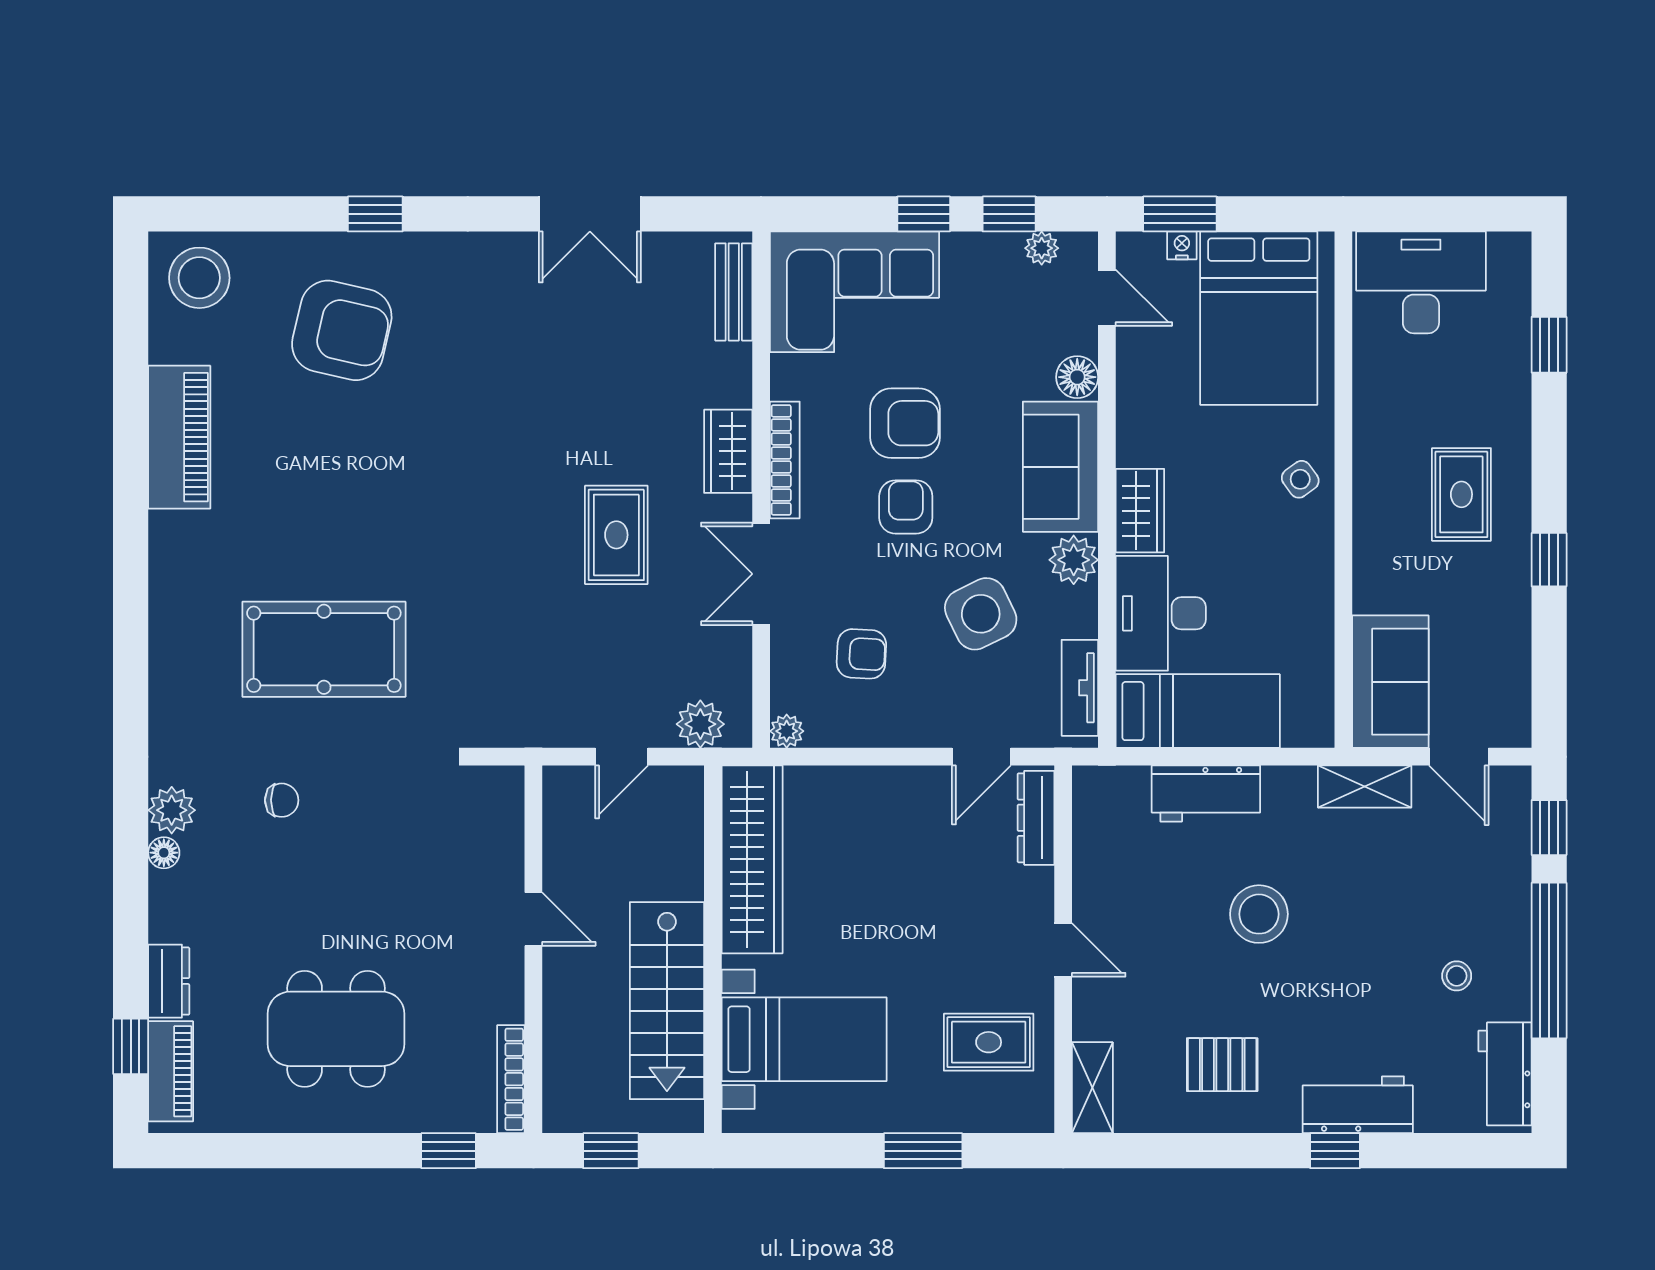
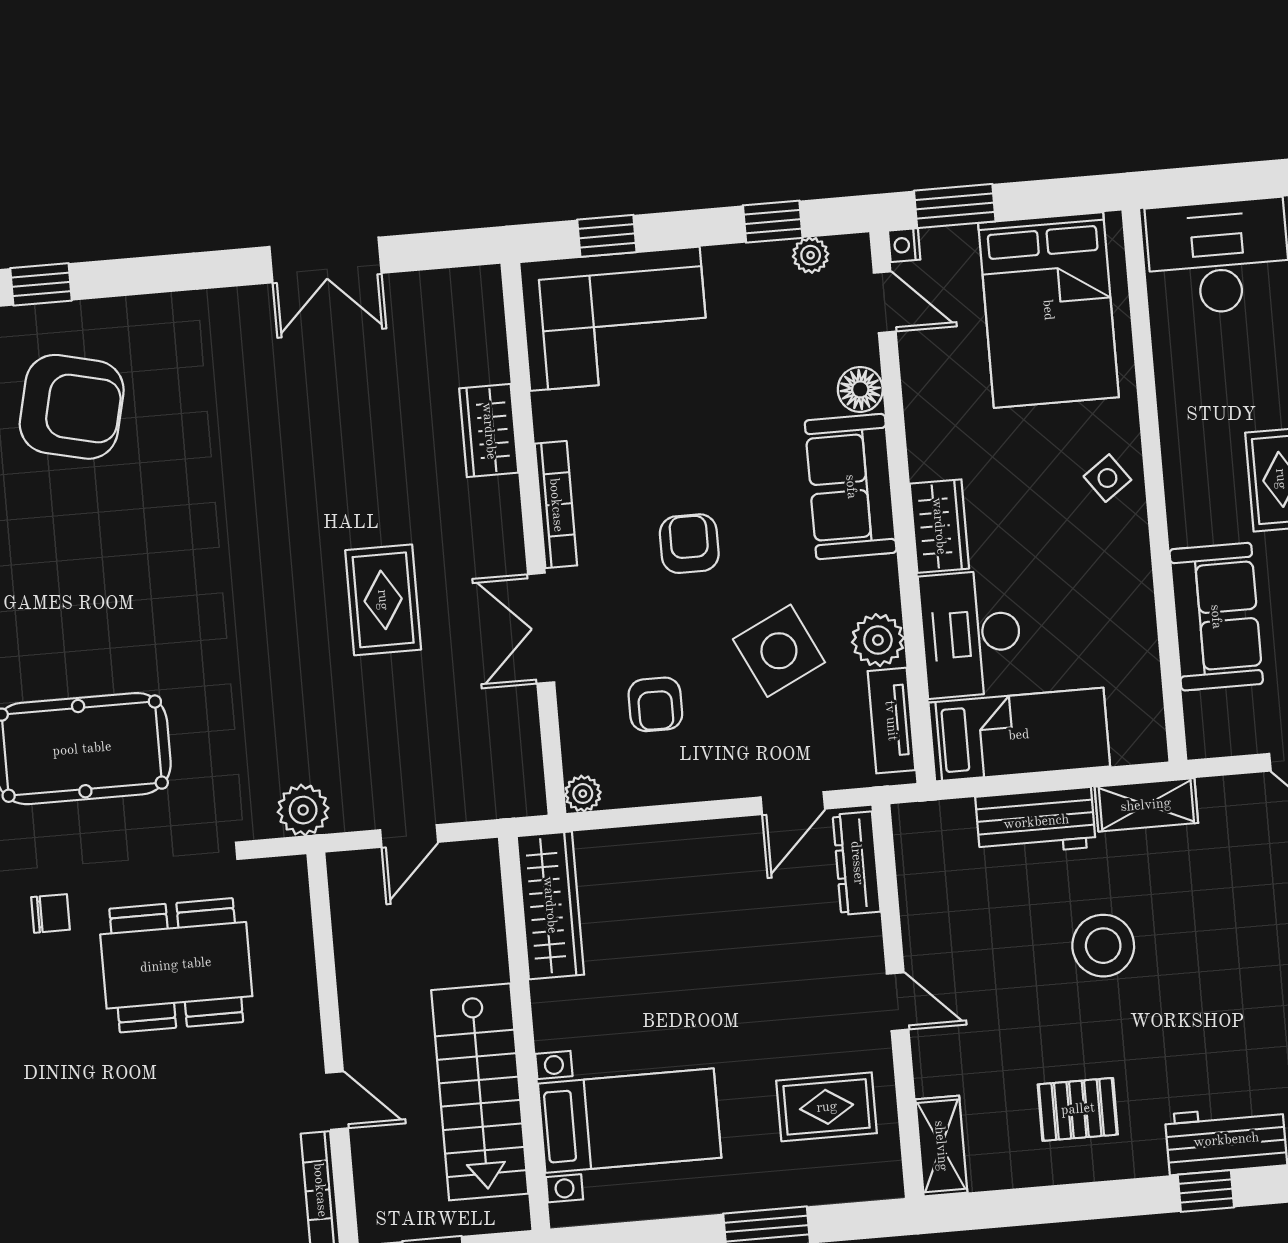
window: (375, 214) -> (41, 284), moved
window: (924, 214) -> (607, 236), moved
nightstand: (1182, 245) -> (904, 245), moved, turned -90
bench: (734, 292) -> (486, 330), removed
armchair: (905, 423) -> (681, 454), removed
wardrobe: (728, 451) -> (489, 431), moved
plant: (1074, 560) -> (878, 640), moved
armchair: (861, 654) -> (655, 704), turned 87
sofa: (1390, 682) -> (1216, 617), moved
plant: (700, 724) -> (303, 810), moved
shelving: (1365, 787) -> (1146, 805), moved
wardrobe: (752, 859) -> (550, 905), width x0.71, depth x0.85
door: (533, 919) -> (337, 1101), moved
dining table: (336, 1029) -> (176, 965), moved

